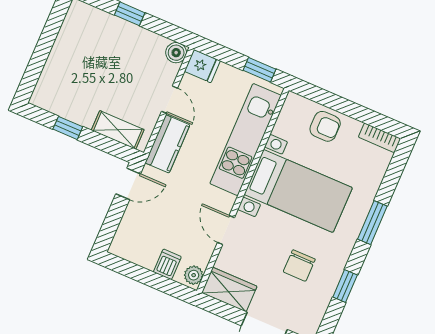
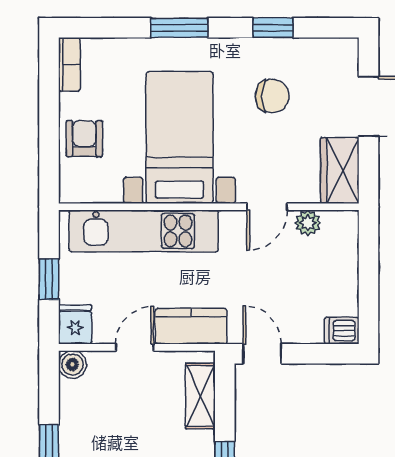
window: (259, 70) -> (49, 279), moved
dishwasher: (167, 264) -> (342, 331), moved
plant: (194, 275) -> (308, 223), moved

